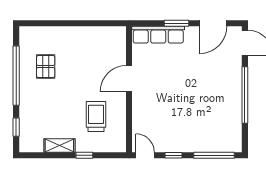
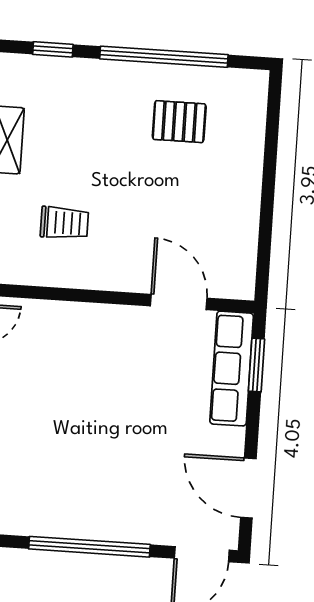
window: (176, 23) -> (256, 365), moved
door: (129, 79) -> (179, 302), moved
trolley: (96, 116) -> (64, 223), width x0.73, depth x0.72

